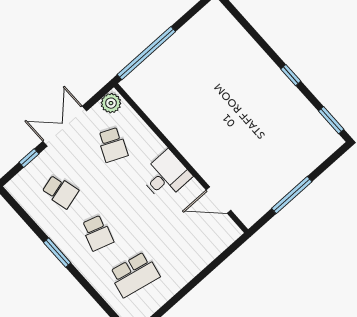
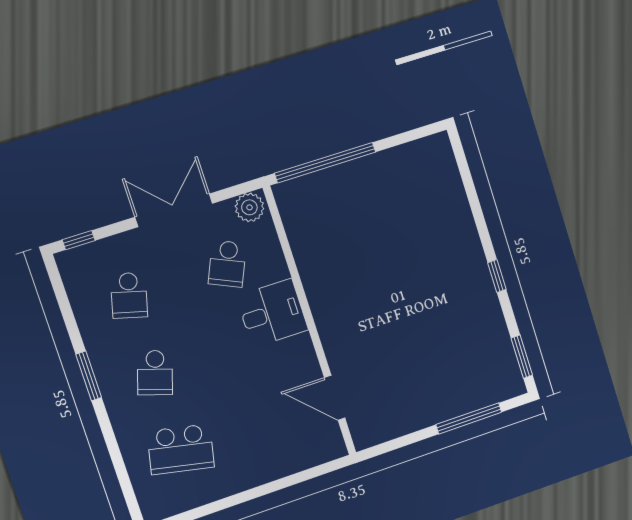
window: (29, 158) -> (79, 240), moved
desk: (166, 176) -> (272, 313), moved
school desk: (60, 191) -> (129, 295), turned 30
window: (292, 195) -> (469, 418), moved

